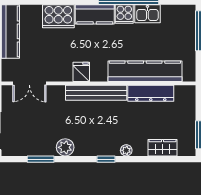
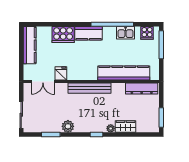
cooker: (124, 14) -> (147, 33), moved
fridge: (81, 72) -> (61, 73), moved
dresser: (151, 93) -> (142, 88), moved
wardrobe: (162, 148) -> (126, 127), moved

